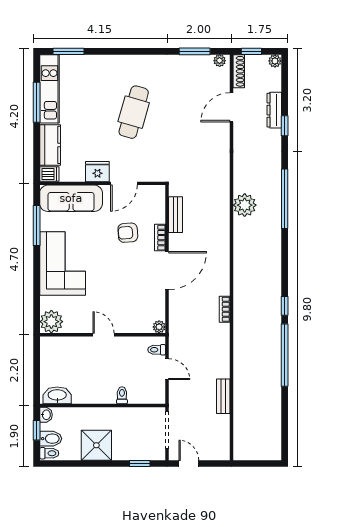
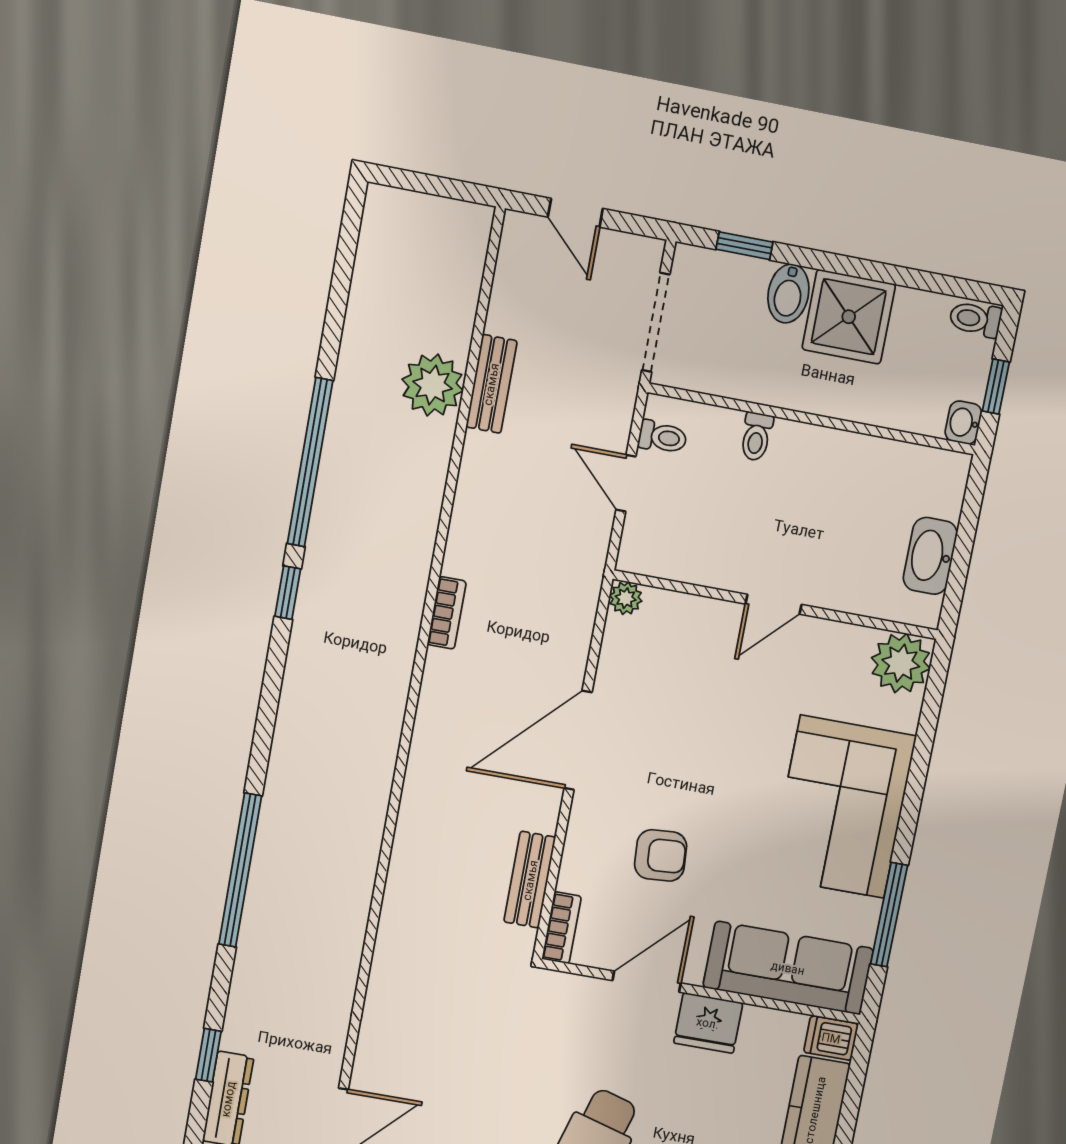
plant: (245, 205) -> (433, 385), moved
bookcase: (160, 238) -> (562, 928), moved
door: (104, 335) -> (774, 604), hinge flipped
toilet: (157, 350) -> (663, 437), moved
washbasin: (57, 395) -> (930, 556), moved, turned 90
bidet: (51, 439) -> (788, 293), moved, turned -90
door: (189, 464) -> (575, 213), moved

